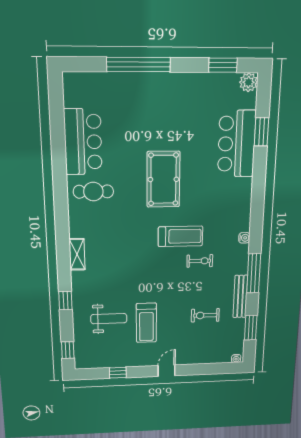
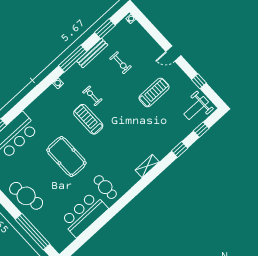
window: (139, 65) -> (33, 232), moved
cafe table: (161, 95) -> (26, 196), added
pool table: (163, 179) -> (66, 157), turned 90
weight bench: (109, 319) -> (196, 108), moved, turned -90
window: (68, 350) -> (201, 130), moved

